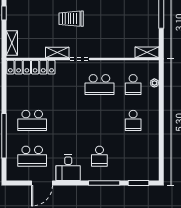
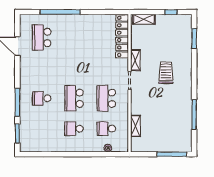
shelving: (147, 52) -> (135, 126), moved
school desk: (32, 120) -> (74, 98), moved
desk: (68, 168) -> (31, 70), removed

